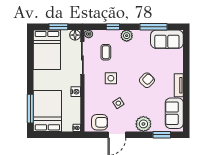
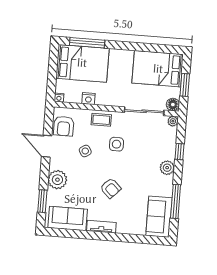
coffee table: (106, 52) -> (101, 120), moved
nightstand: (76, 92) -> (88, 99), moved

